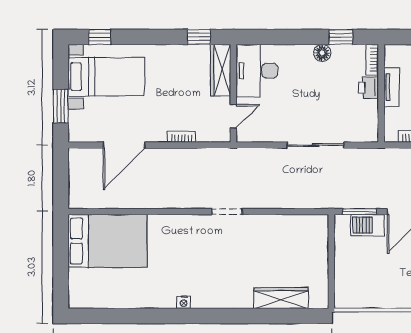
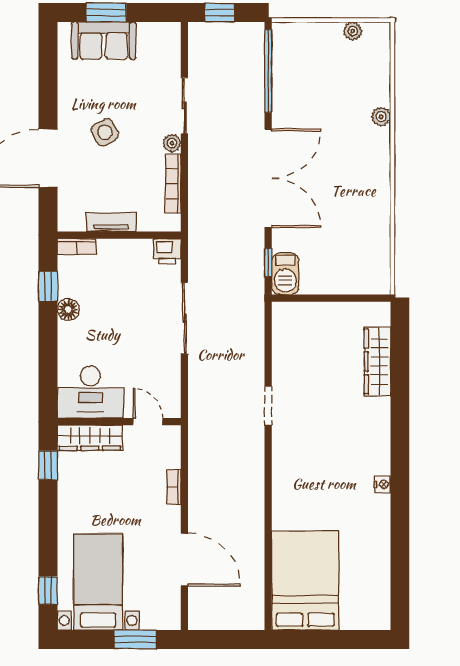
printer: (369, 88) -> (167, 251), moved
doorway: (227, 212) -> (268, 406), moved
window: (360, 212) -> (268, 263), width x0.67
barbecue: (367, 225) -> (285, 274), moved

